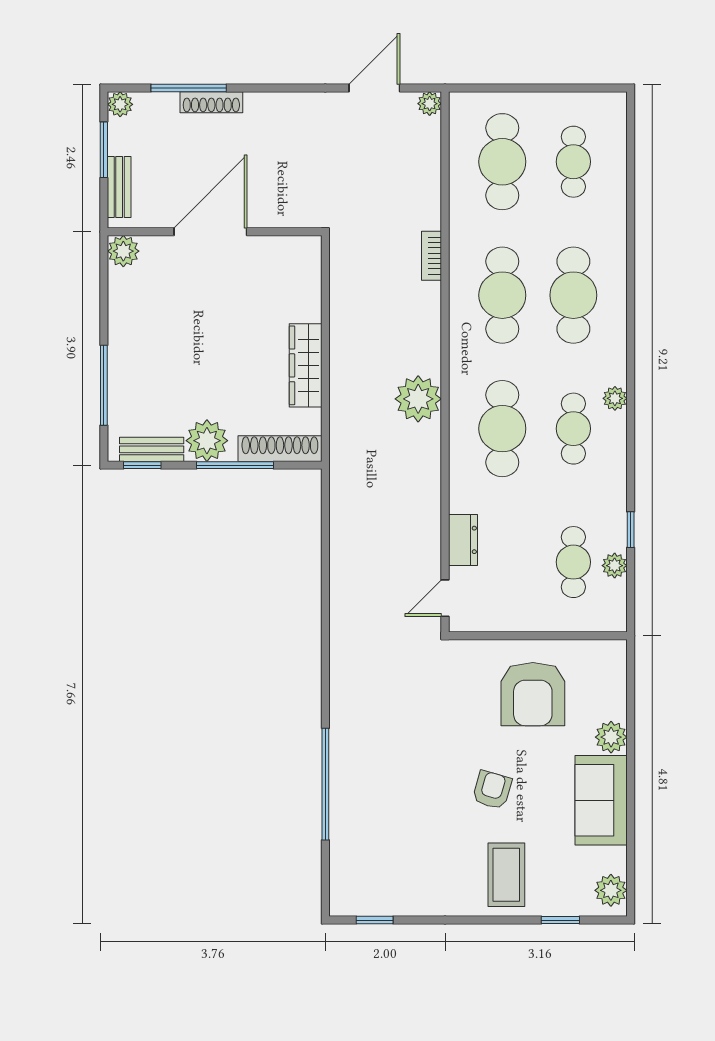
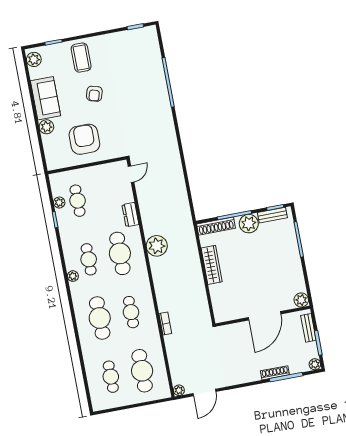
cafe table: (502, 295) -> (131, 312), width x0.73, depth x0.74
plant: (418, 399) -> (157, 246), moved
dresser: (463, 540) -> (130, 215), moved

